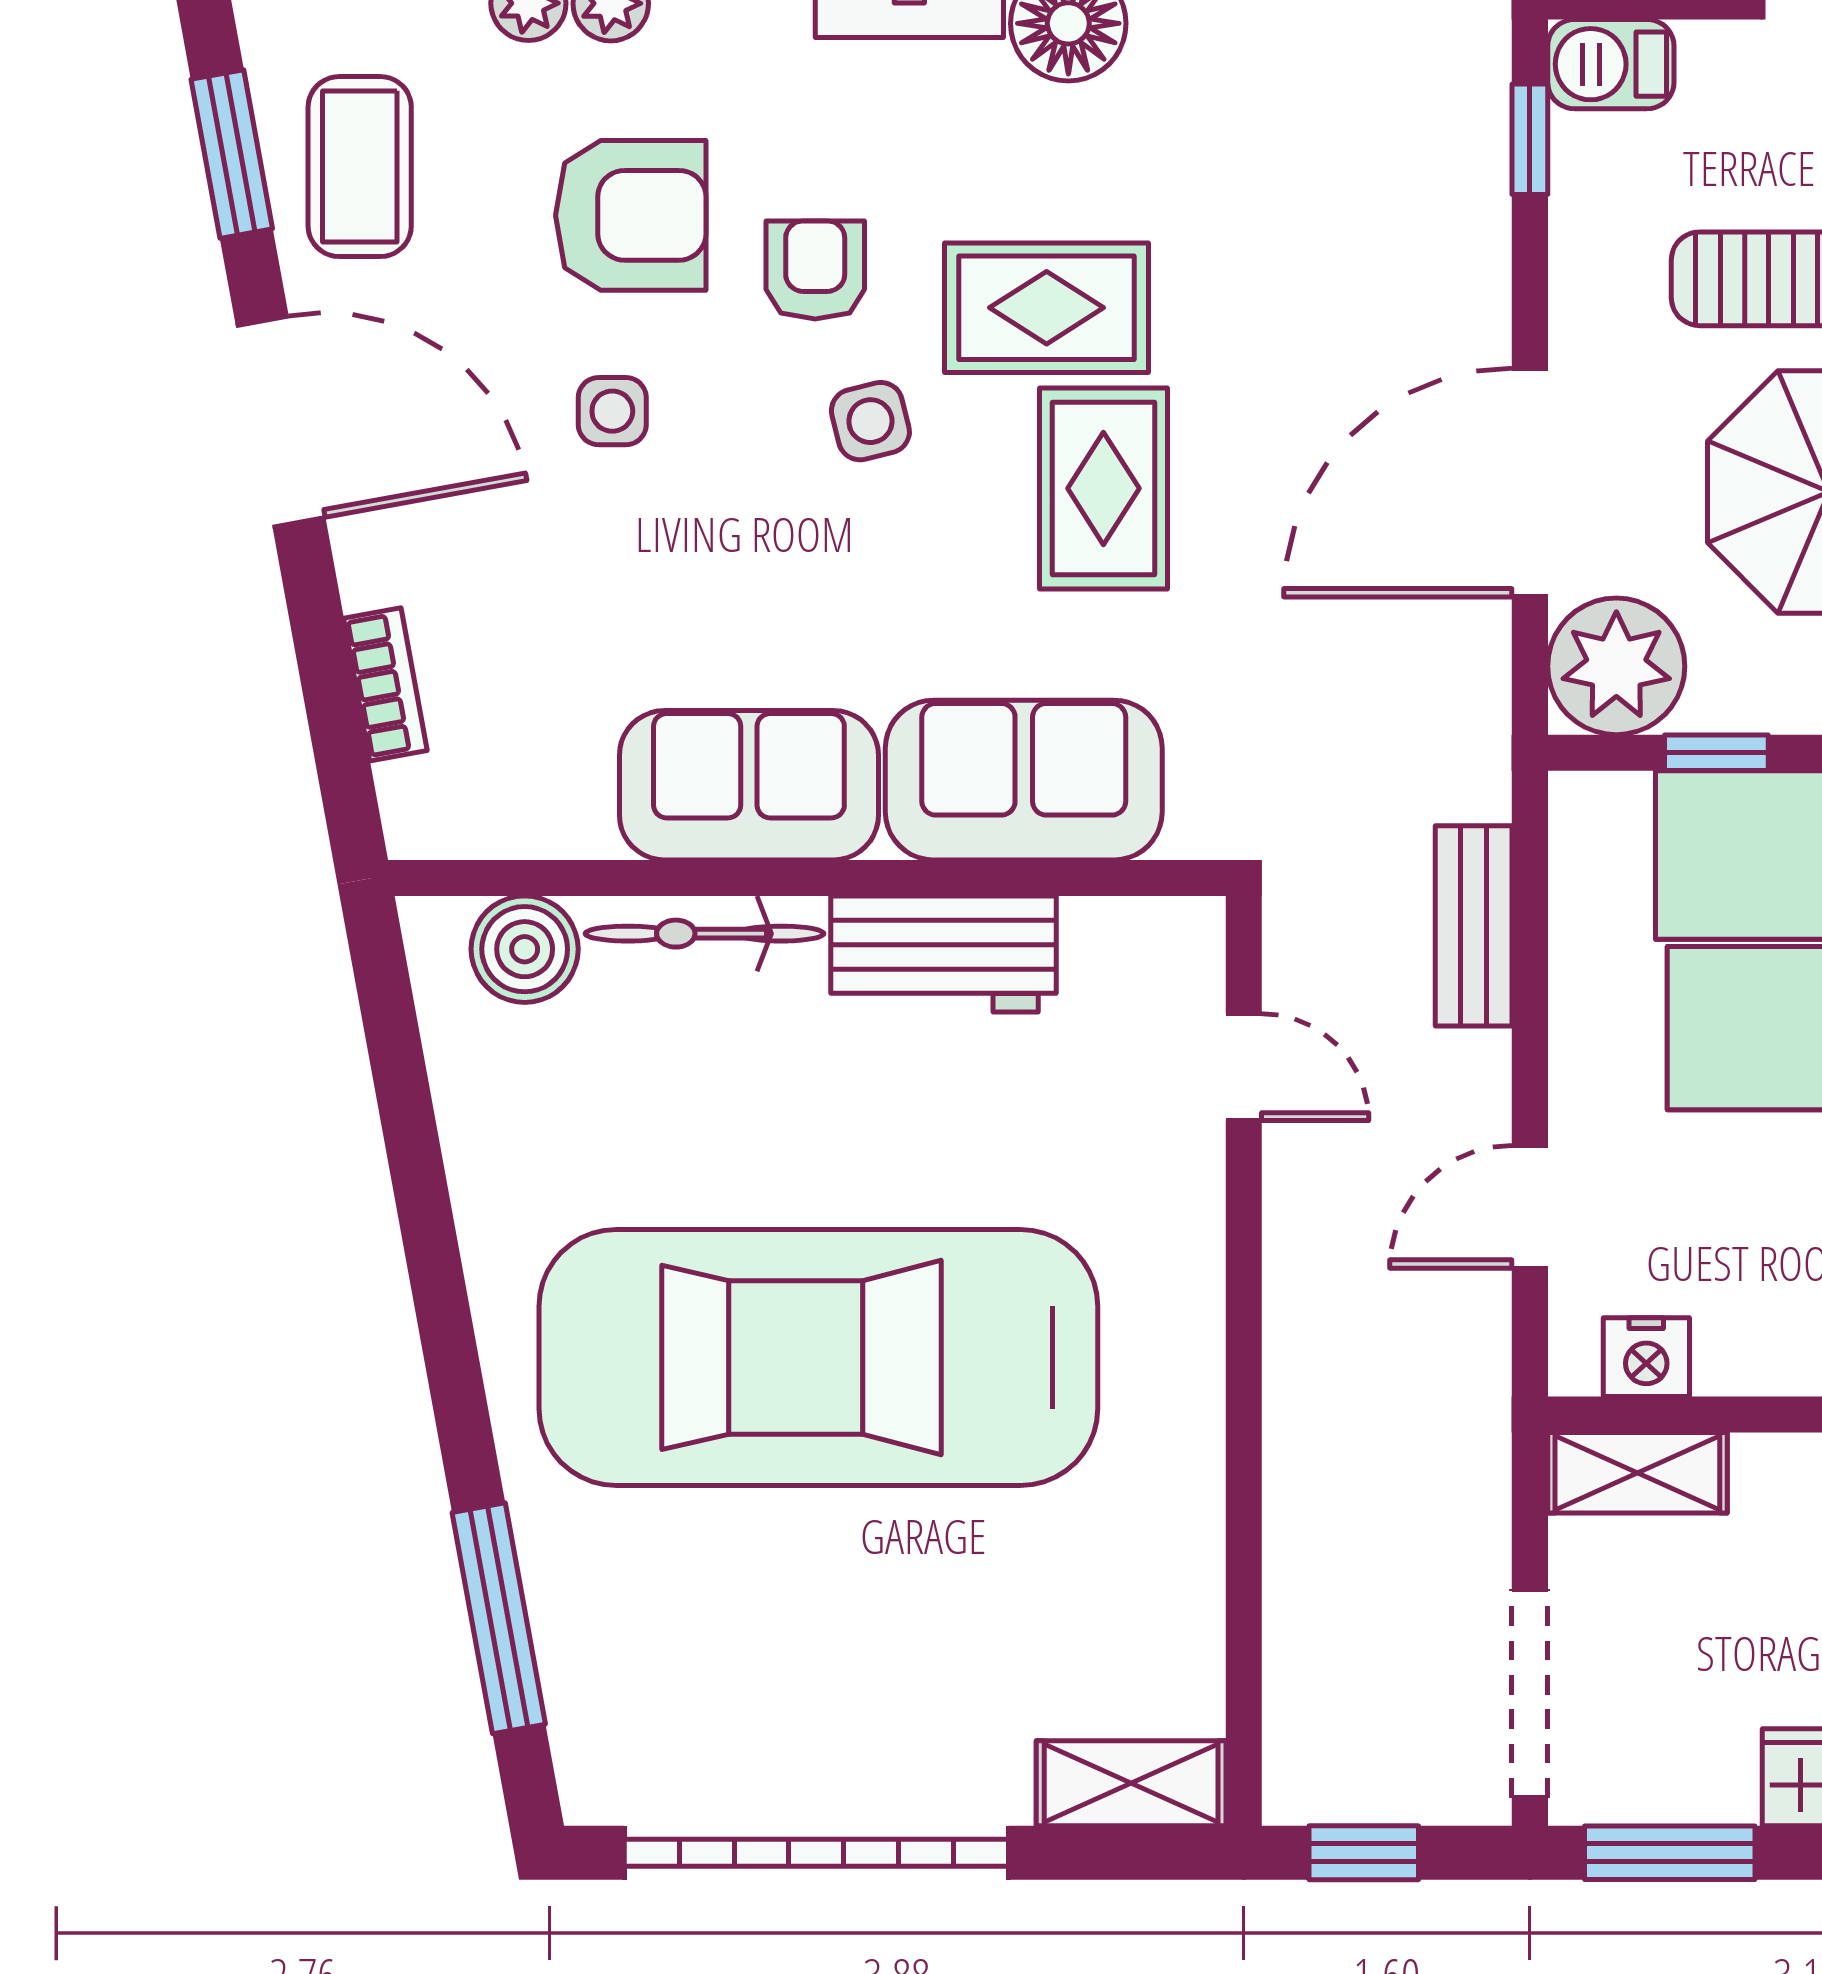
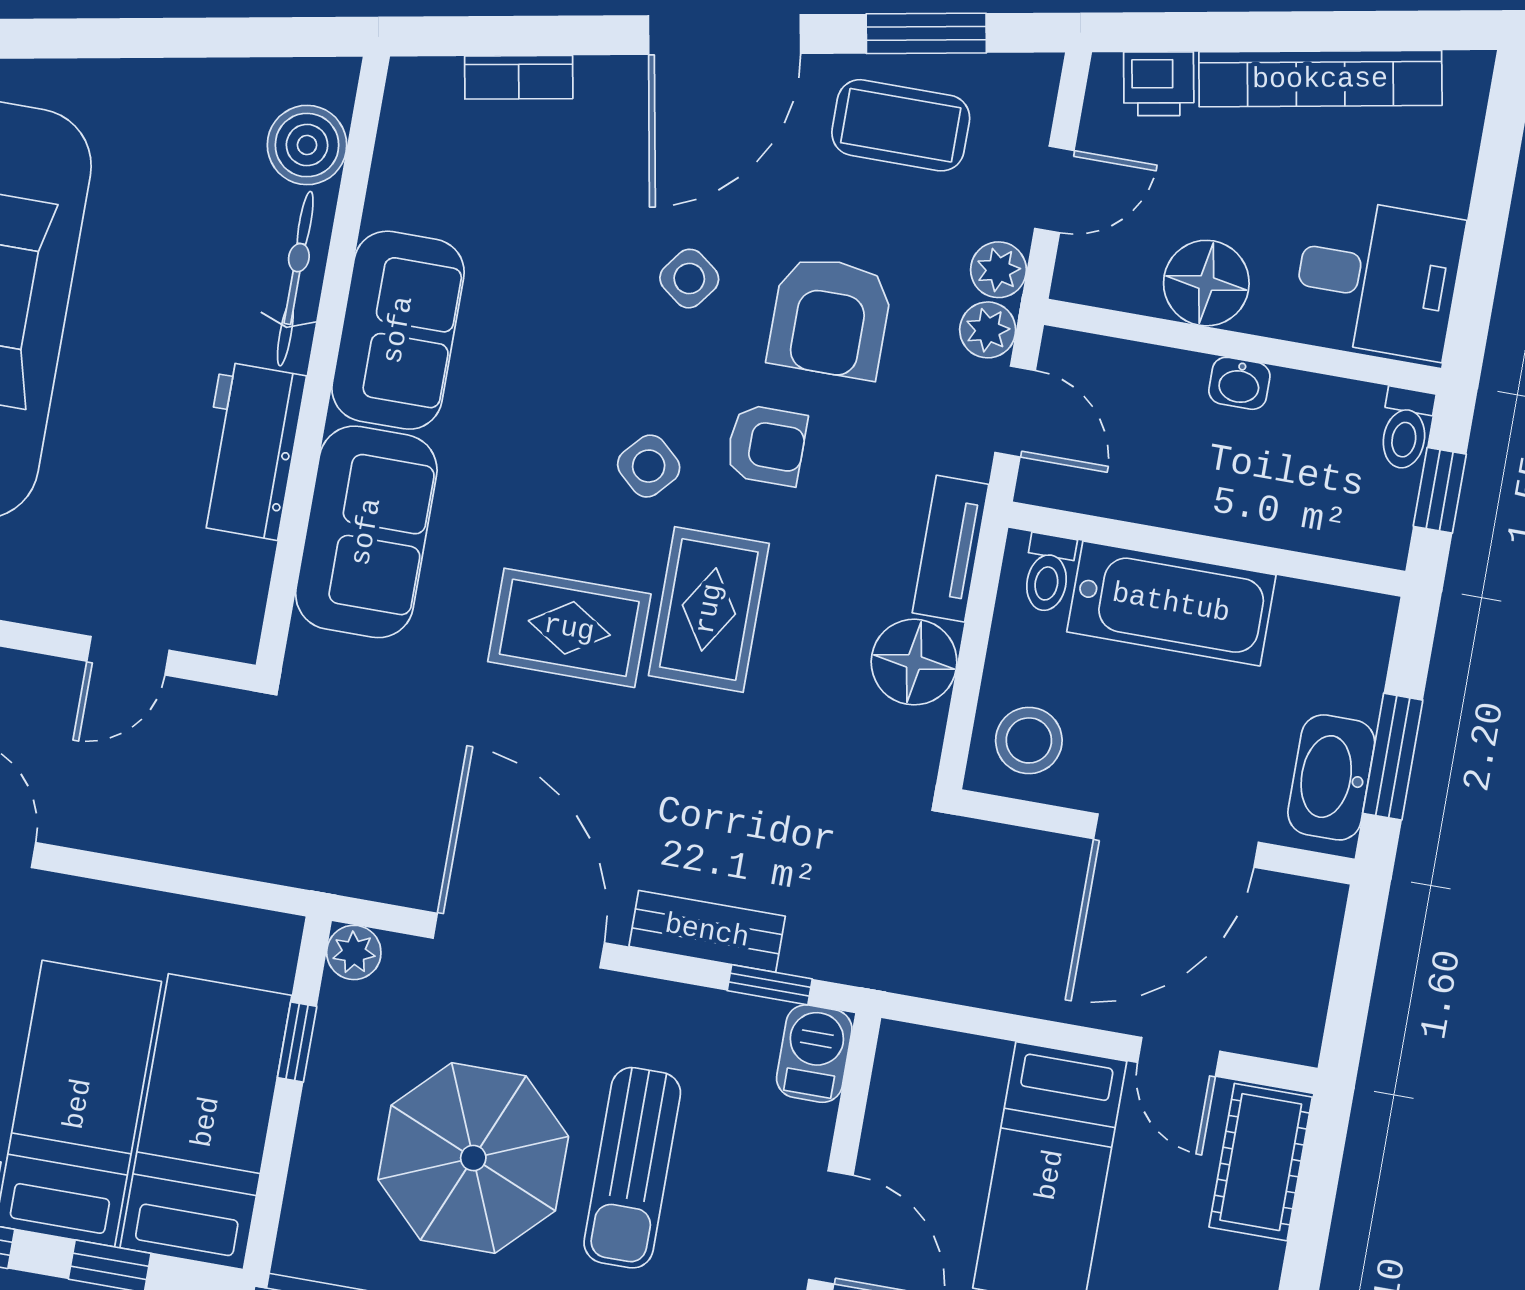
side table: (612, 411) -> (689, 279), turned 37
side table: (870, 421) -> (649, 466), turned -34
plant: (1616, 666) -> (354, 952), width x0.53, depth x0.53
bench: (1474, 926) -> (707, 931), moved

